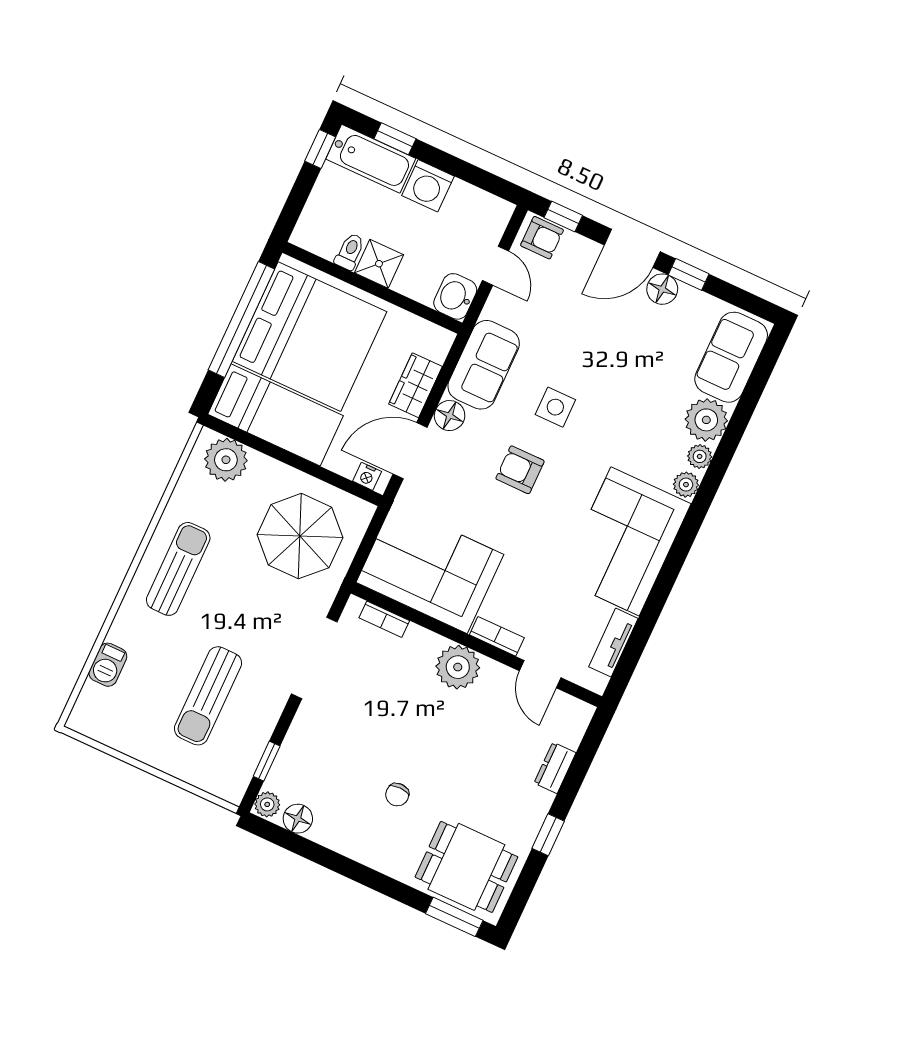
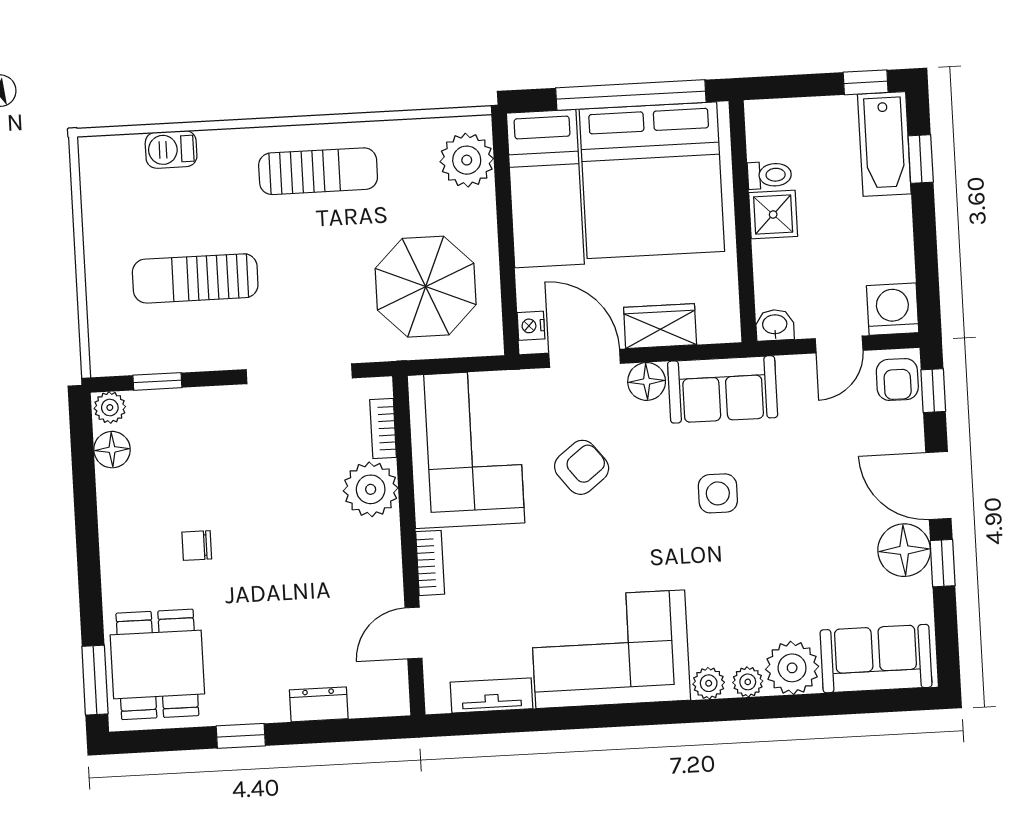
washing machine: (428, 186) -> (893, 309), moved, turned 90
floor lamp: (662, 289) -> (904, 550), width x1.38, depth x1.38
washbasin: (455, 296) -> (775, 325), width x0.72, depth x0.69
armchair: (520, 470) -> (582, 467), moved, turned 52
plant: (458, 667) -> (371, 489), moved

